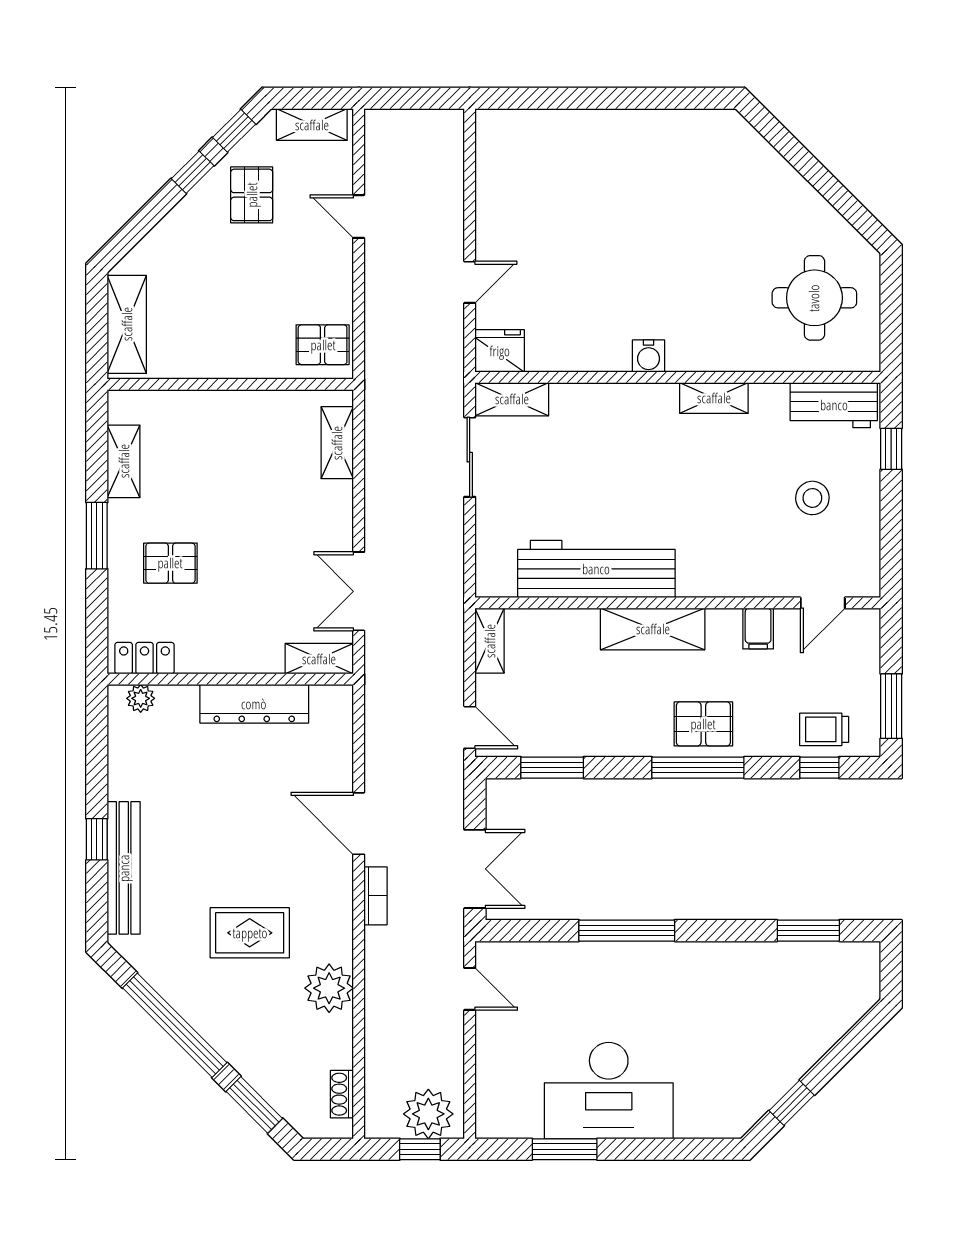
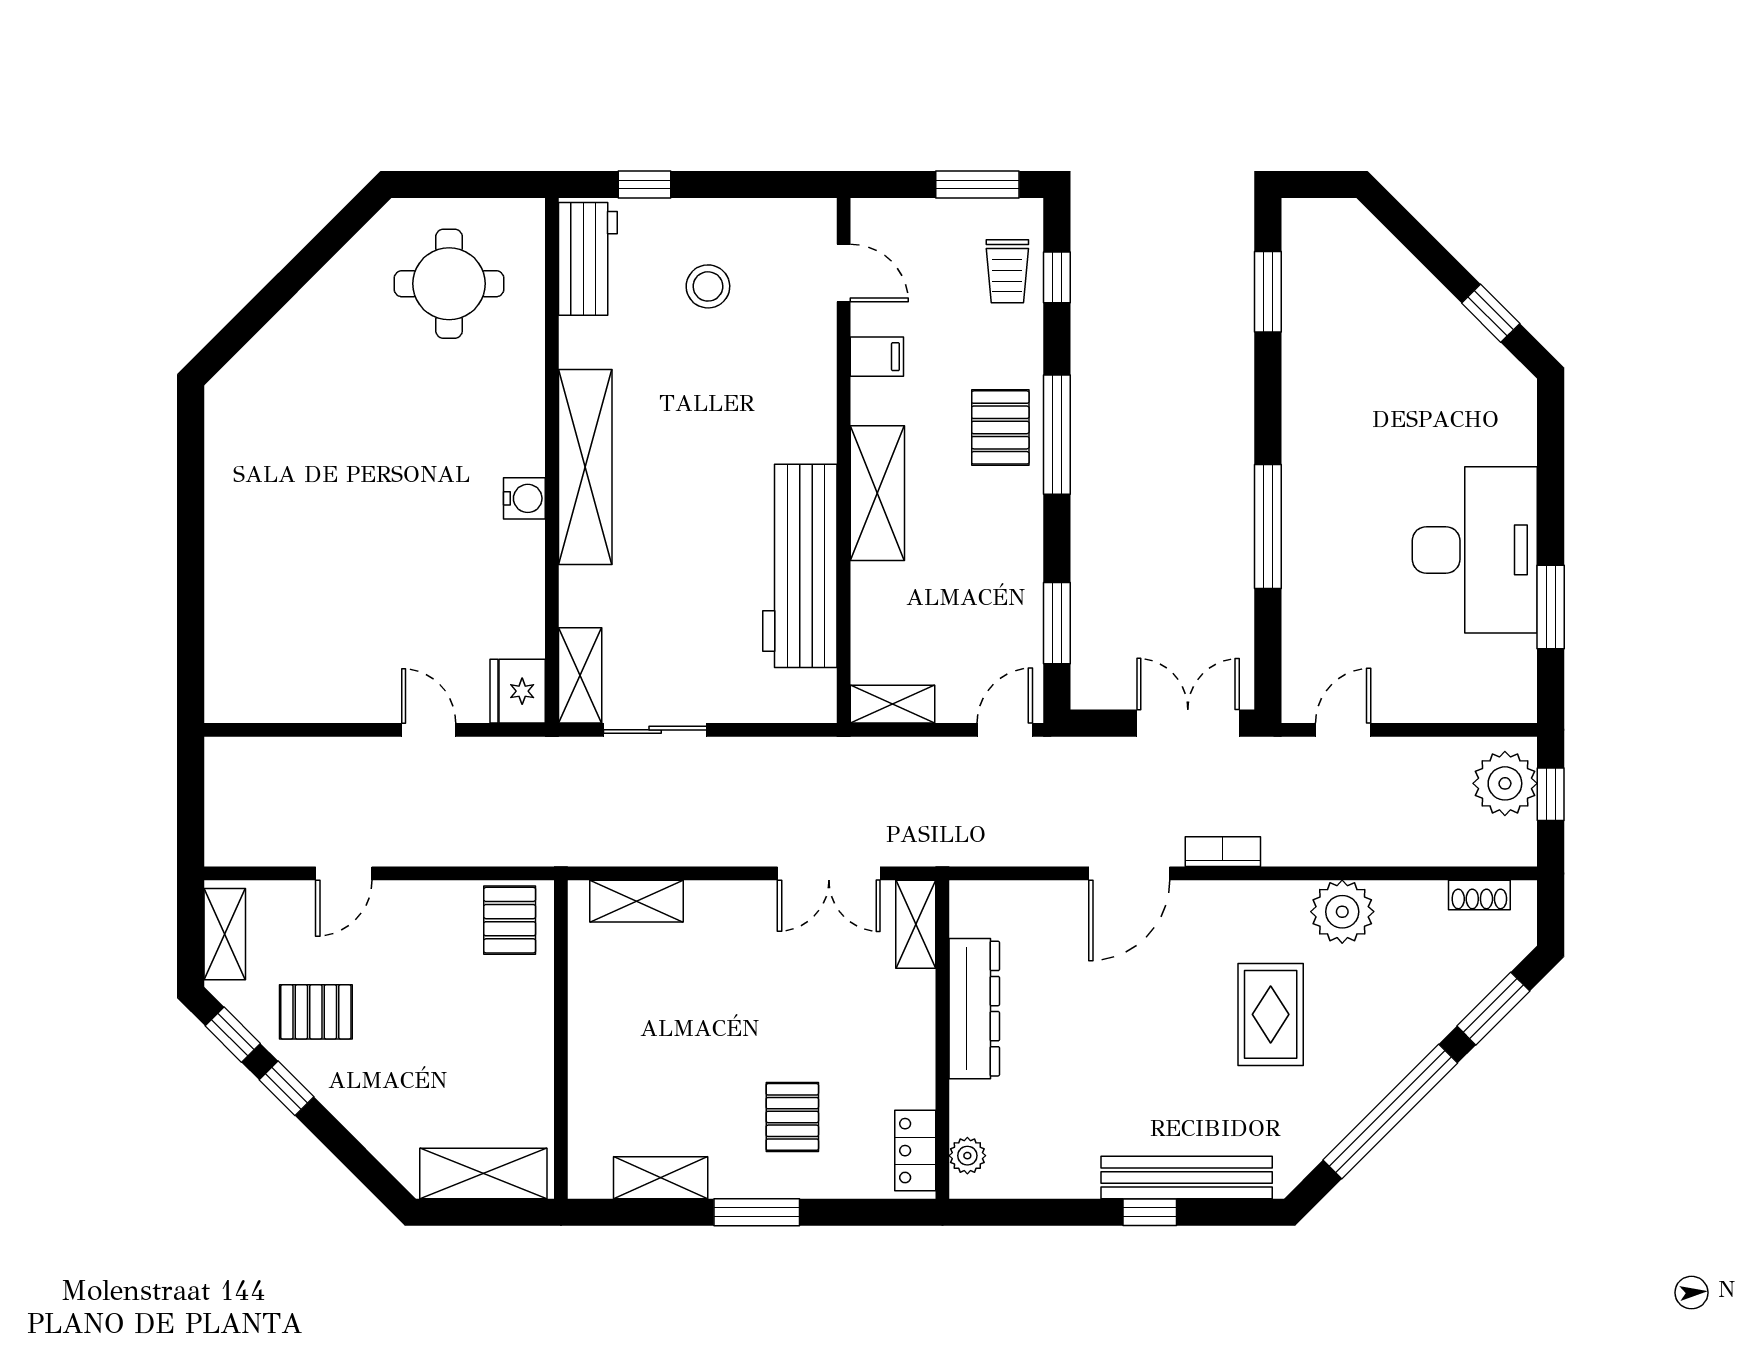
shelving: (714, 398) -> (585, 467), width x2.20, depth x1.33

